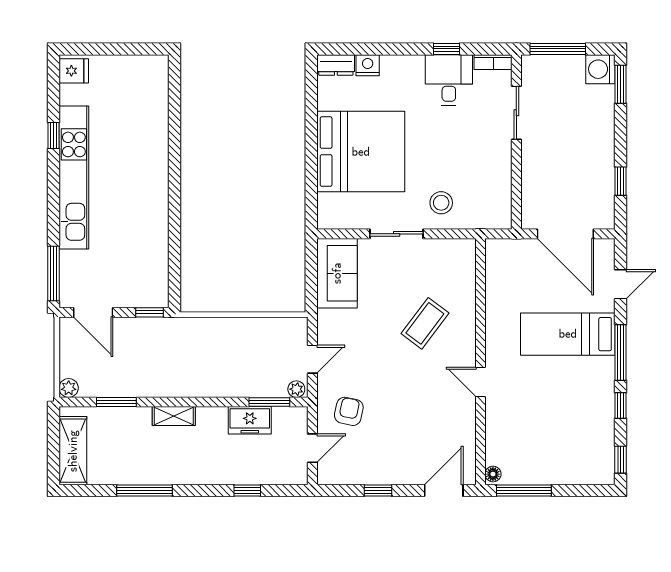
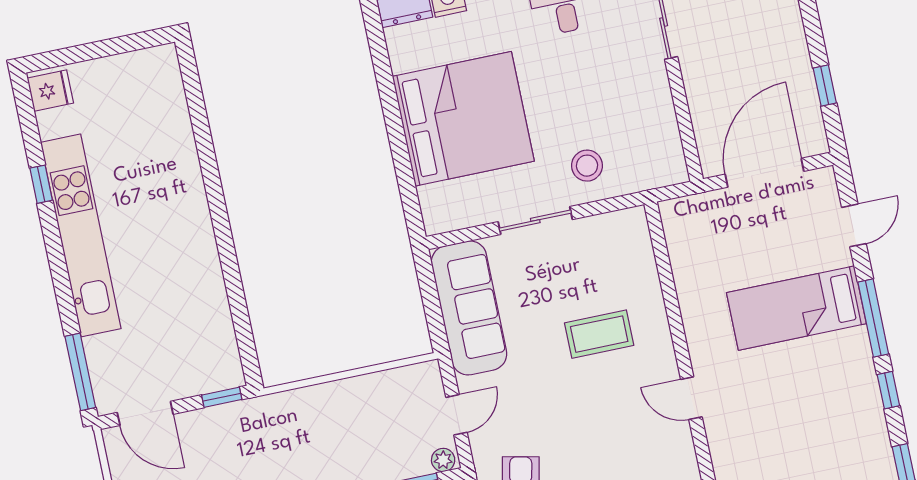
door: (565, 234) -> (764, 173), swing flipped
sofa: (337, 273) -> (469, 308), width x1.36
coffee table: (425, 323) -> (599, 334), turned 53

